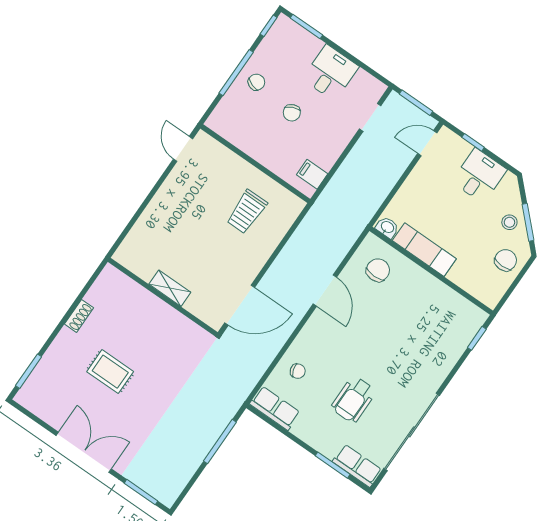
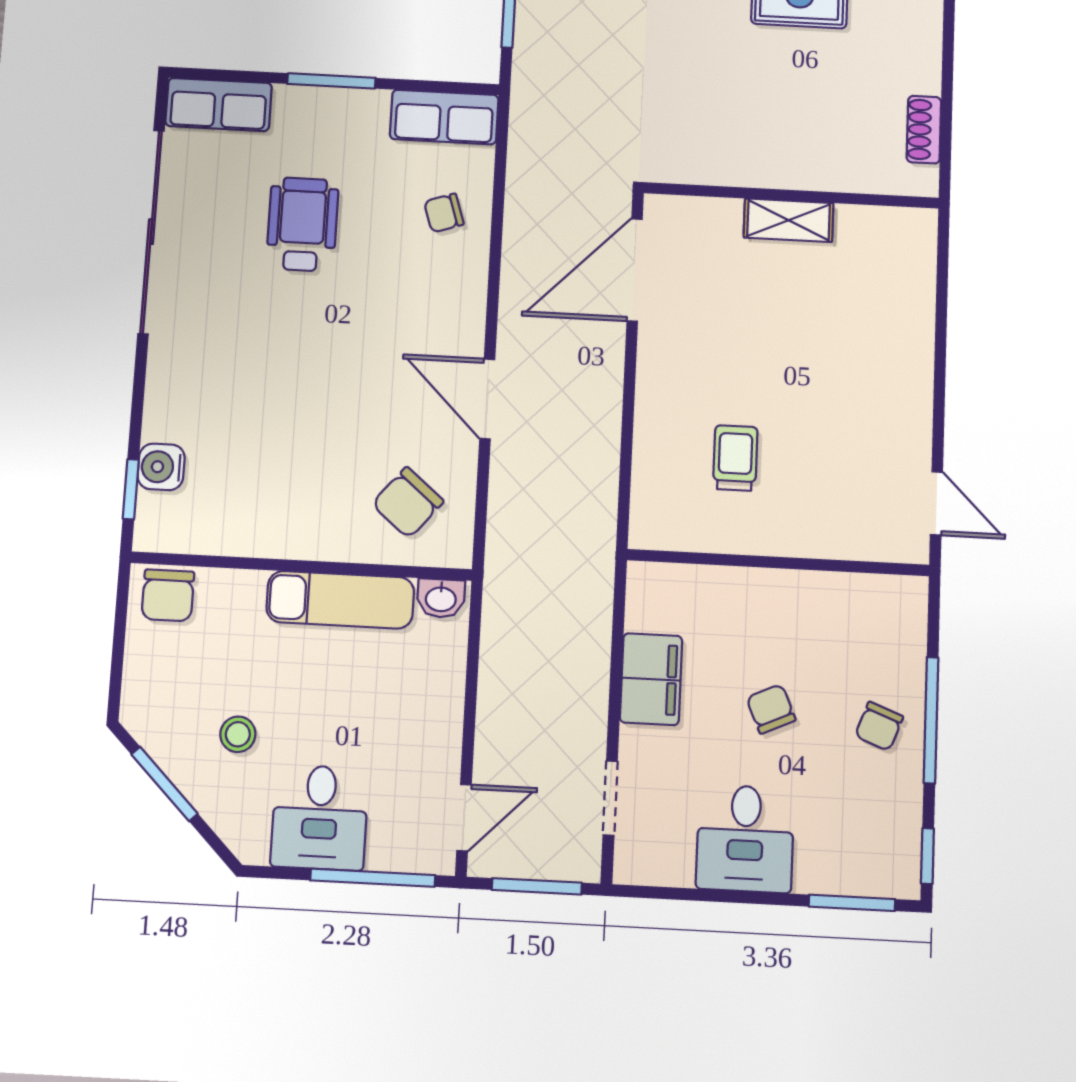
window: (473, 142) -> (373, 878), width x2.17
filing cabinet: (312, 174) -> (651, 679), moved, width x2.00
trolley: (247, 212) -> (735, 458), width x0.73, depth x0.72
stool: (509, 222) -> (238, 734), moved
chair: (506, 260) -> (168, 595), moved
chair: (378, 270) -> (408, 503), turned 40
shoe rack: (79, 316) -> (924, 130), moved
water cooler: (461, 340) -> (161, 467), added
window: (333, 465) -> (331, 81), moved

